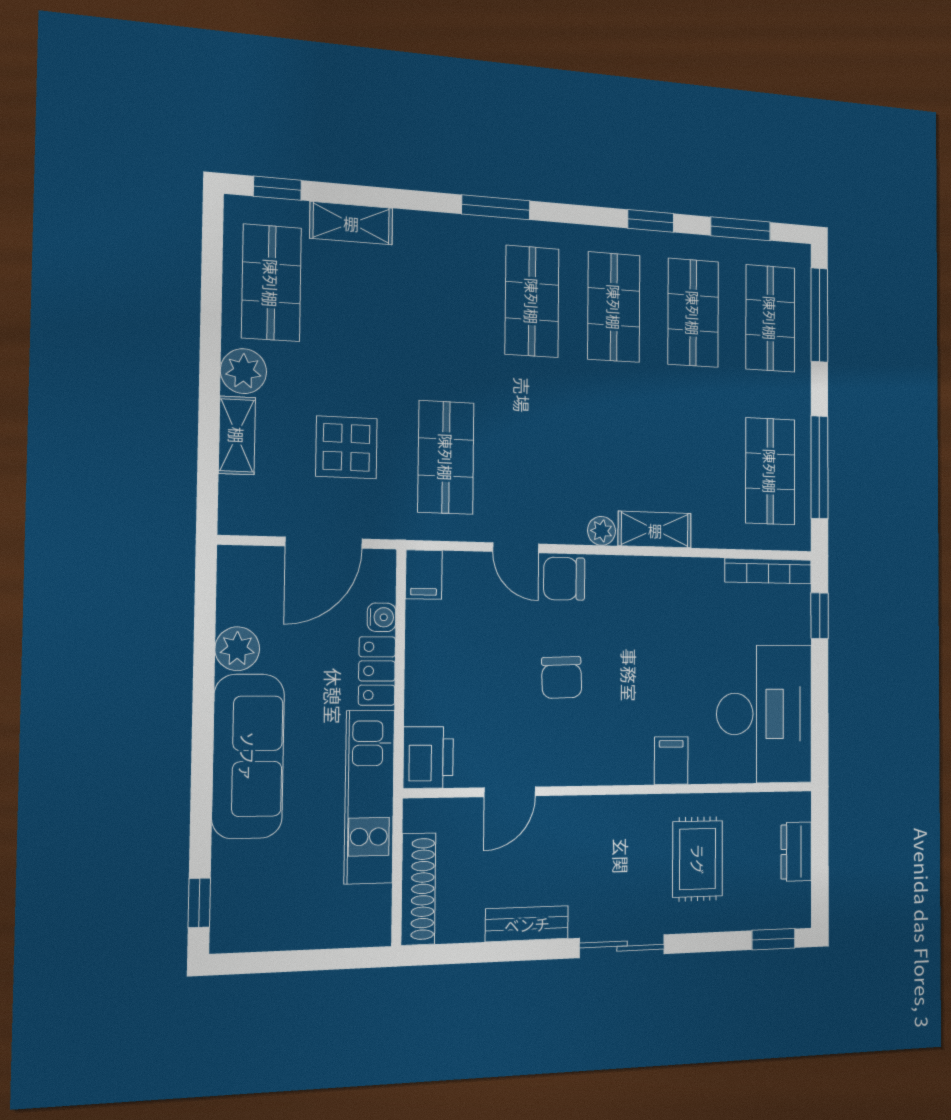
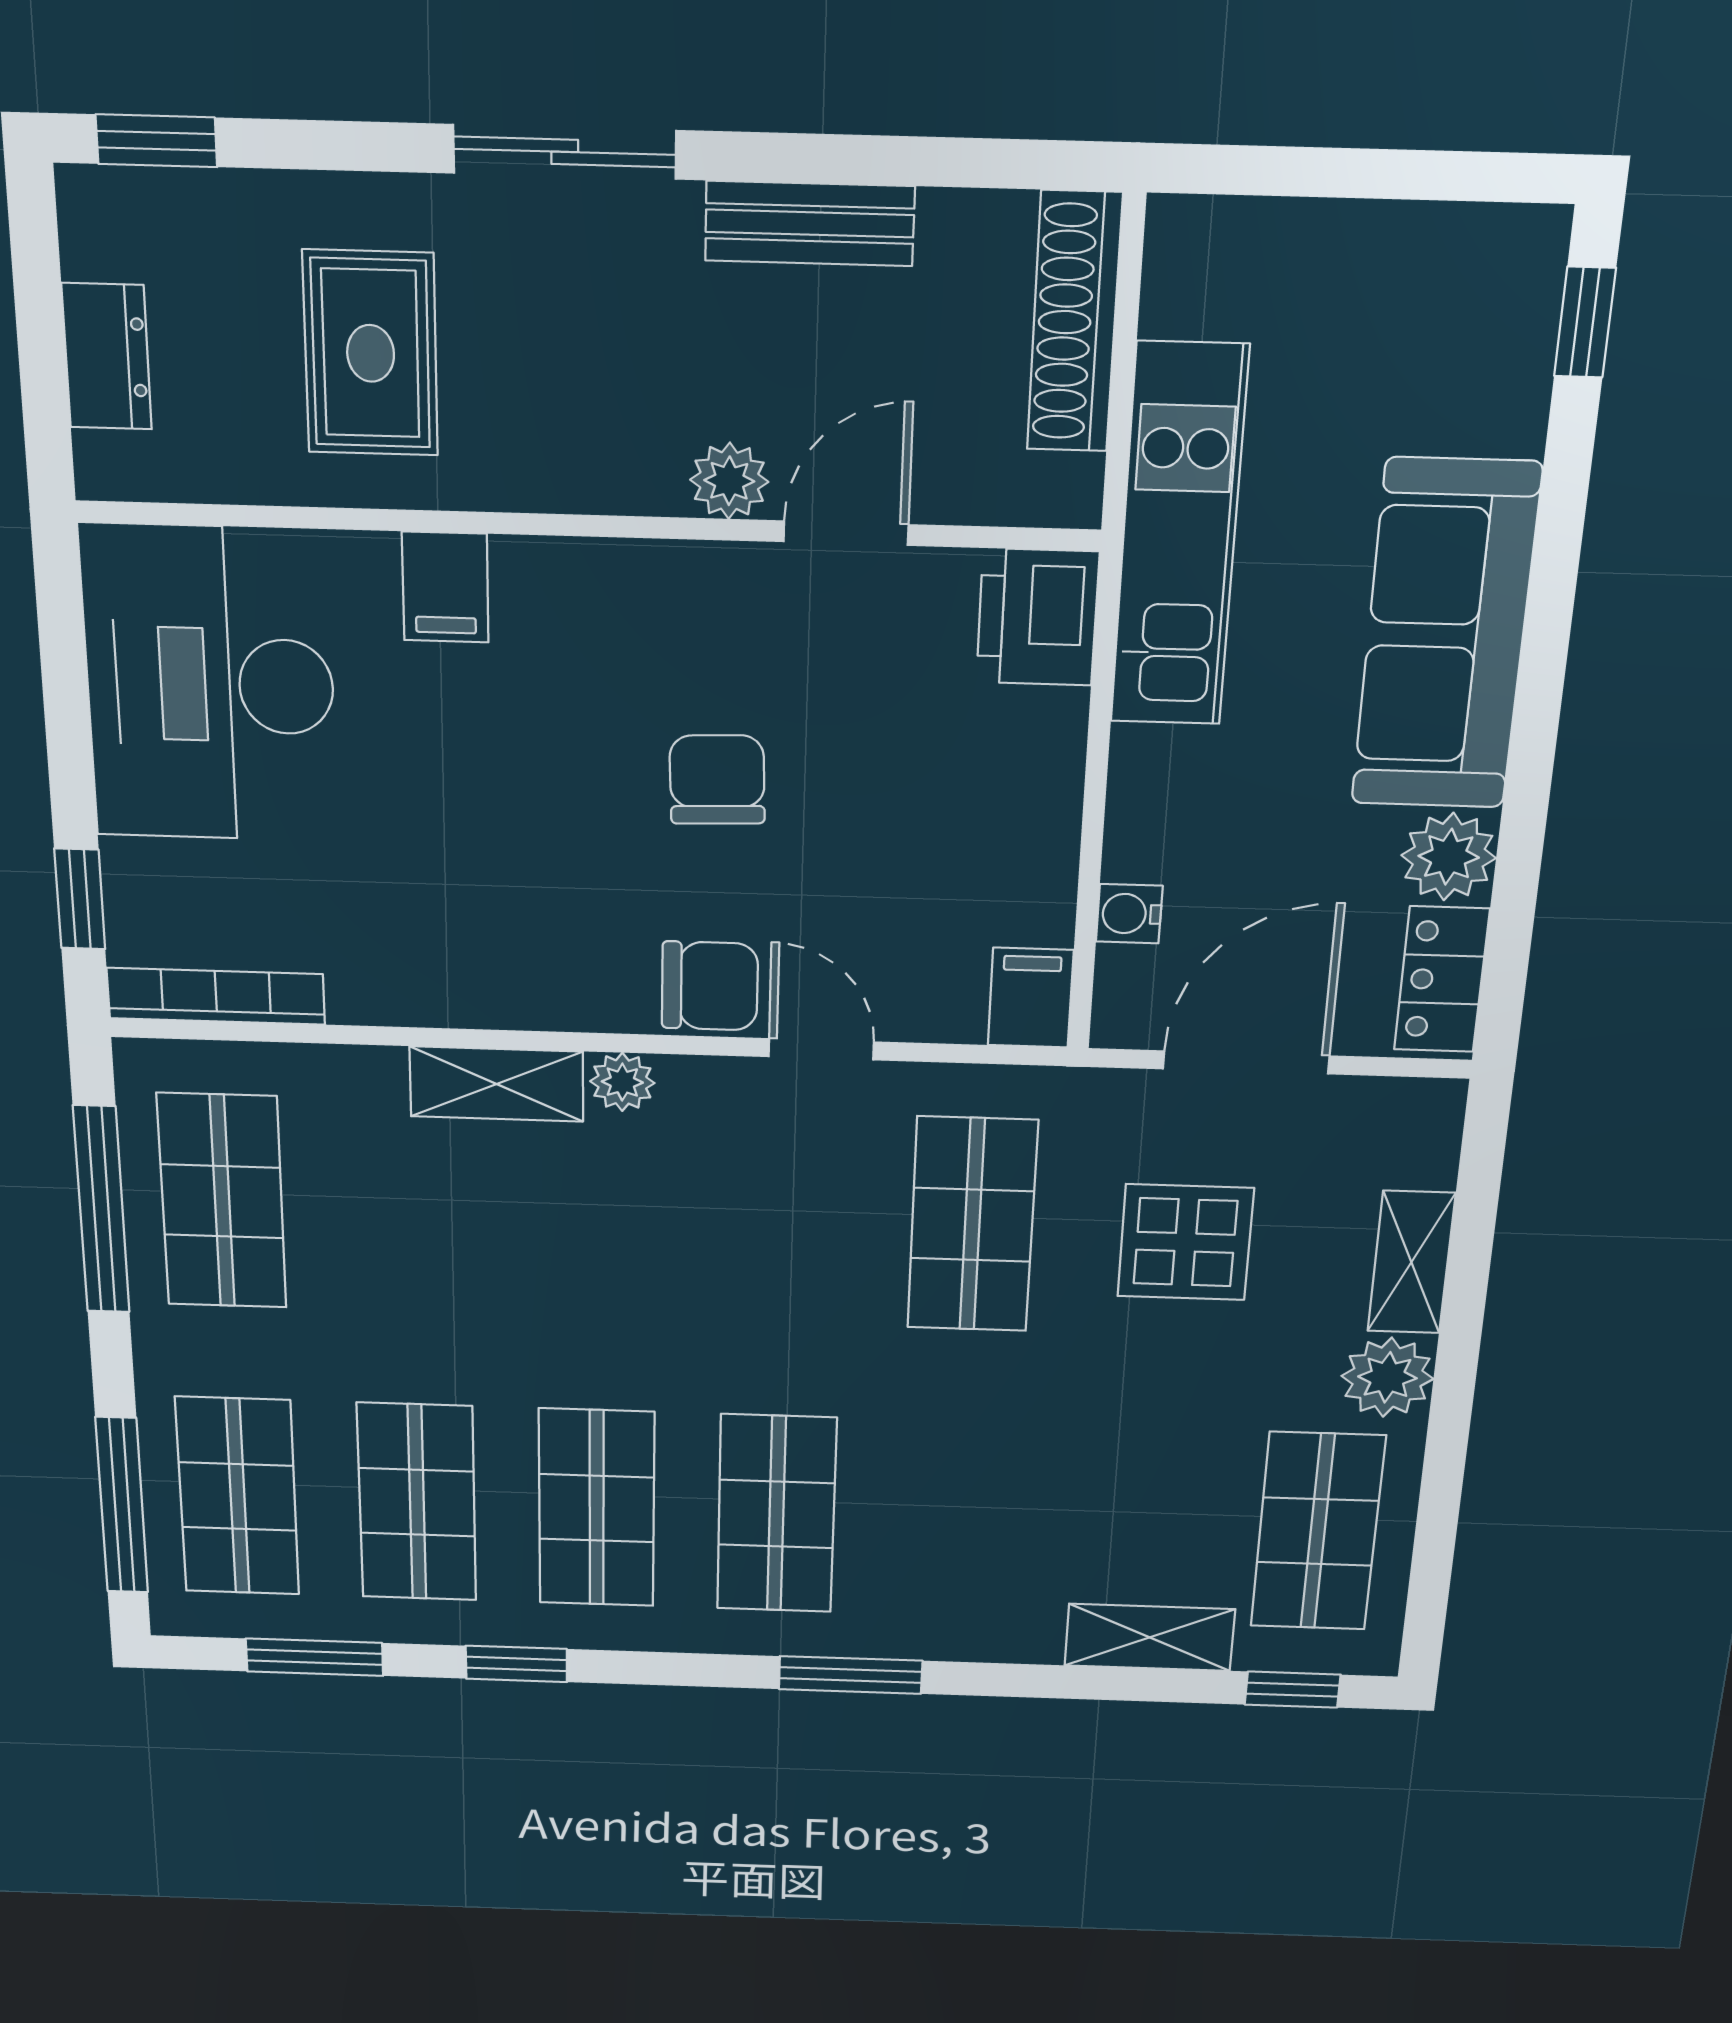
locker: (377, 671) -> (1442, 979), moved, turned 180
plant: (558, 812) -> (729, 481), added

